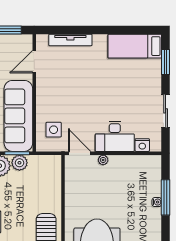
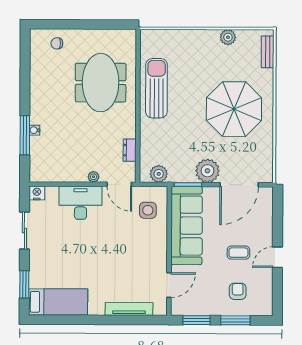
nightstand: (142, 145) -> (37, 193), moved
plant: (19, 163) -> (159, 174), moved
dresser: (70, 184) -> (130, 150), added

